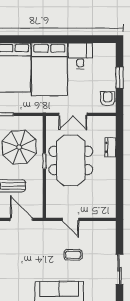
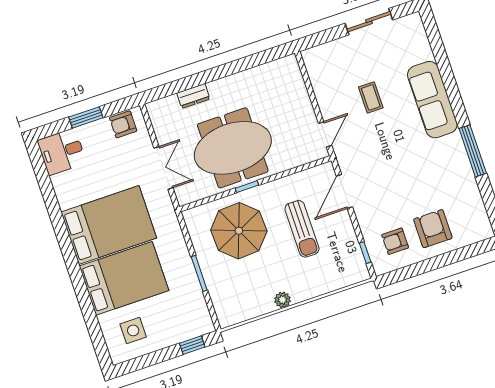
desk: (80, 56) -> (62, 152), moved
door: (70, 219) -> (325, 134), moved

